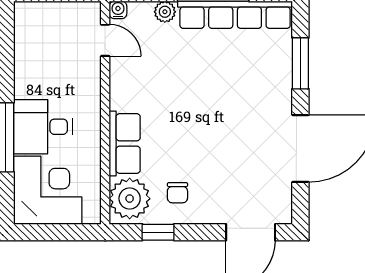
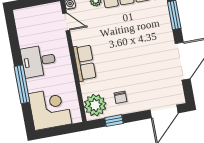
desk: (43, 127) -> (39, 61), moved
row of seats: (125, 143) -> (85, 63), moved

